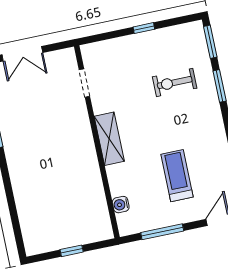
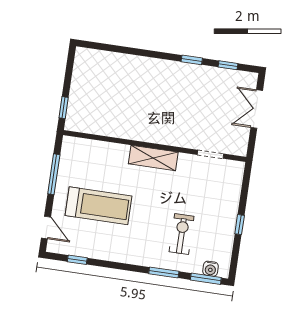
treadmill: (177, 176) -> (98, 206), width x1.37, depth x1.38
water cooler: (121, 205) -> (211, 269), moved, turned 180
window: (72, 251) -> (64, 108), moved

